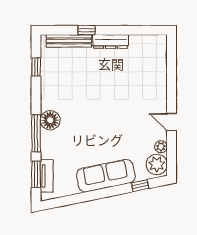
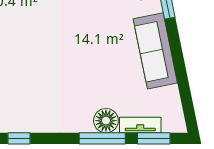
floor lamp: (50, 120) -> (106, 121), moved
tv unit: (47, 176) -> (140, 125), moved

